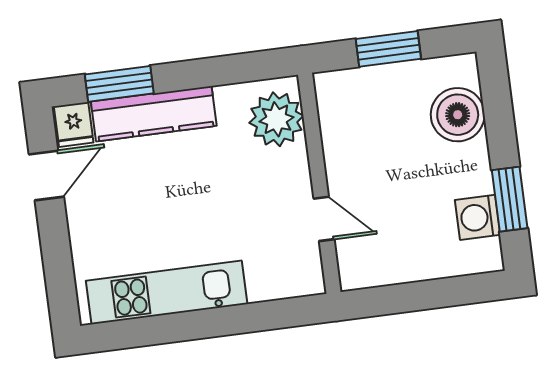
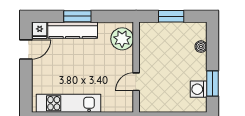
window: (119, 84) -> (77, 16), moved
boiler: (458, 115) -> (201, 47), width x0.54, depth x0.54
door: (324, 219) -> (136, 82), swing flipped

